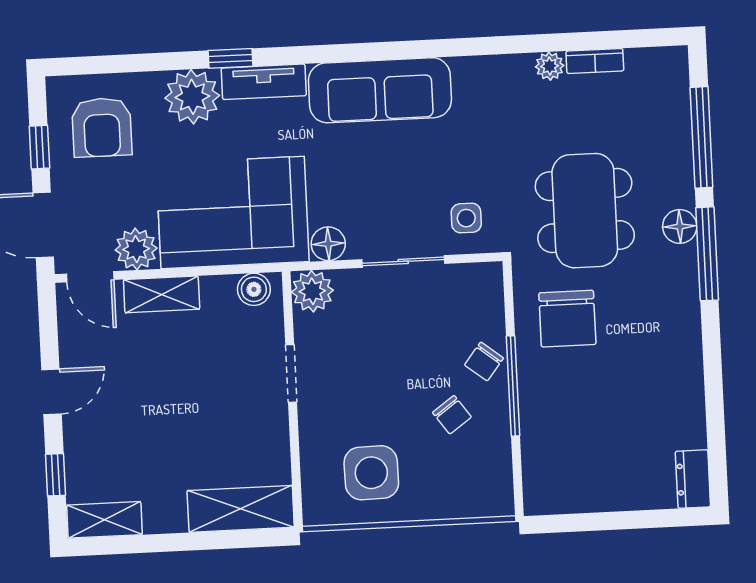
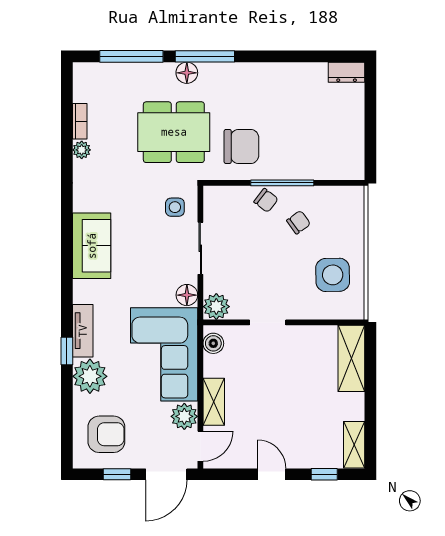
sofa: (380, 90) -> (92, 246), width x0.73

